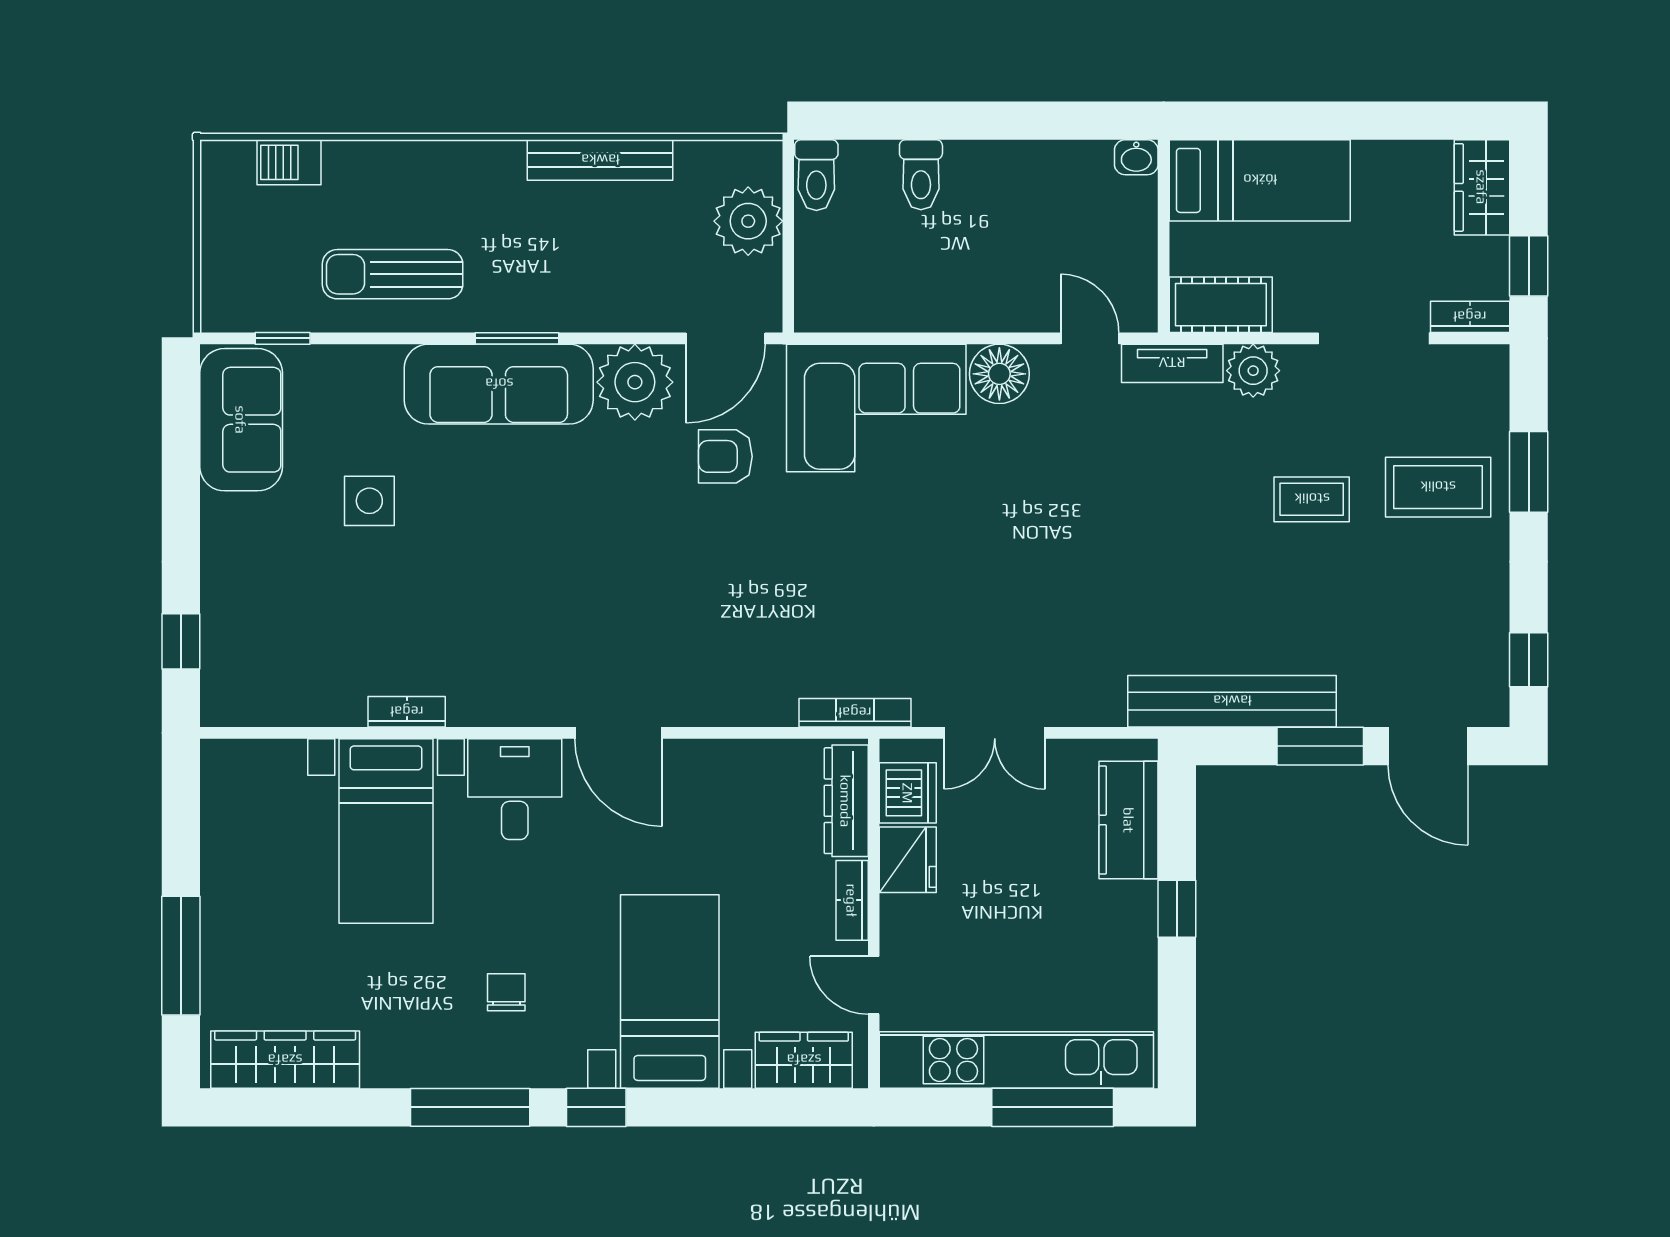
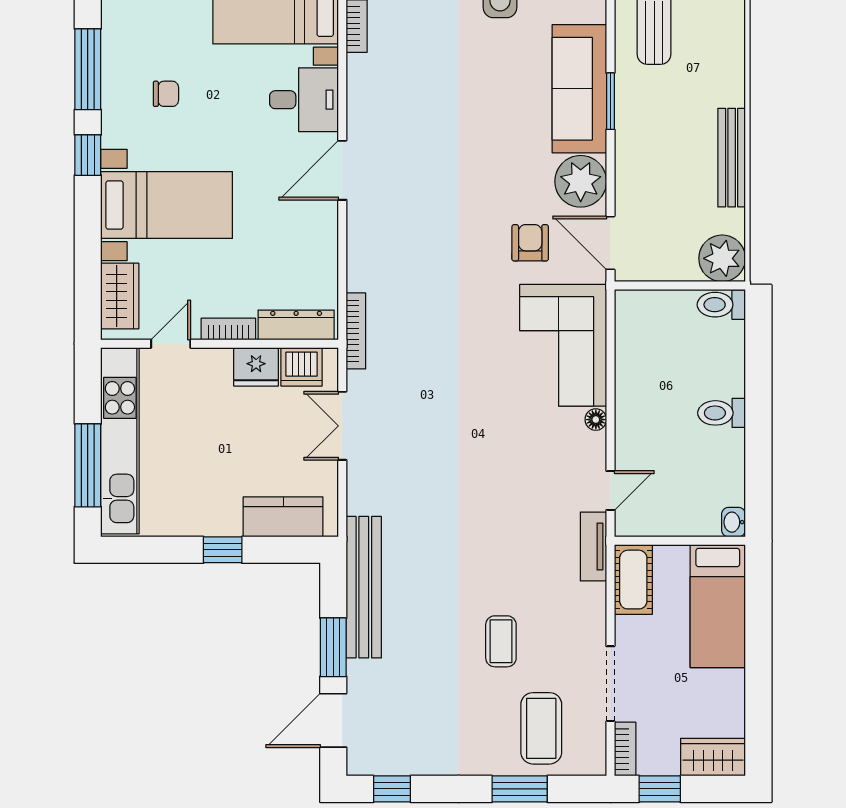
toilet: (921, 175) -> (722, 413), moved
plant: (748, 221) -> (722, 258), moved
plant: (1253, 371) -> (588, 602), removed
floor lamp: (999, 374) -> (596, 420), width x0.53, depth x0.53
coffee table: (1438, 487) -> (541, 728), moved

